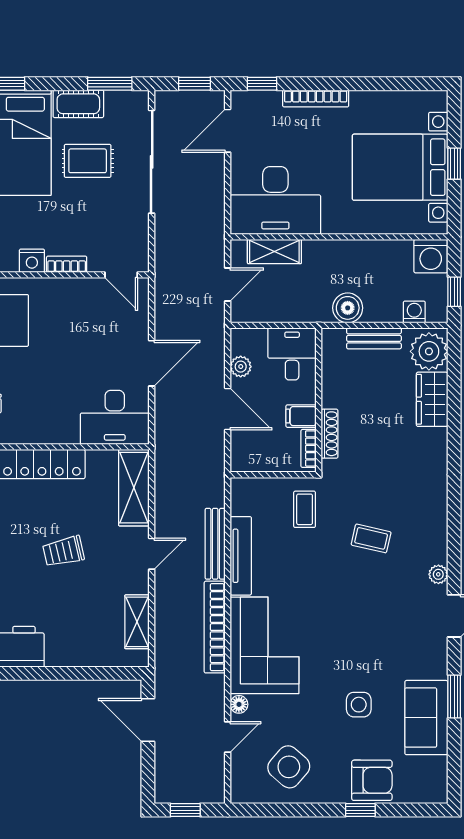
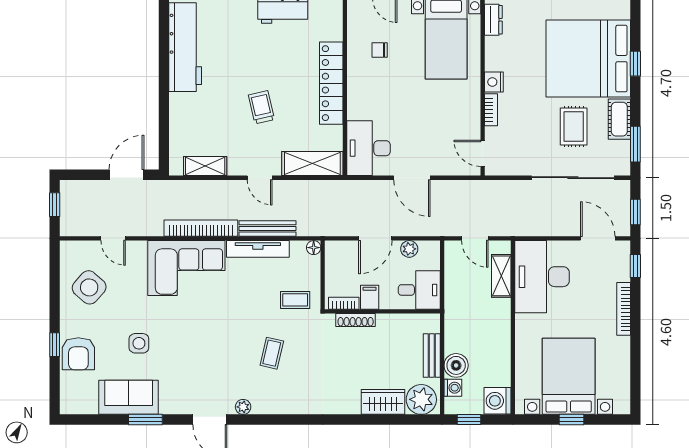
door: (121, 275) -> (483, 153), hinge flipped
boiler: (348, 308) -> (456, 365), moved
floor lamp: (239, 704) -> (314, 248), moved

